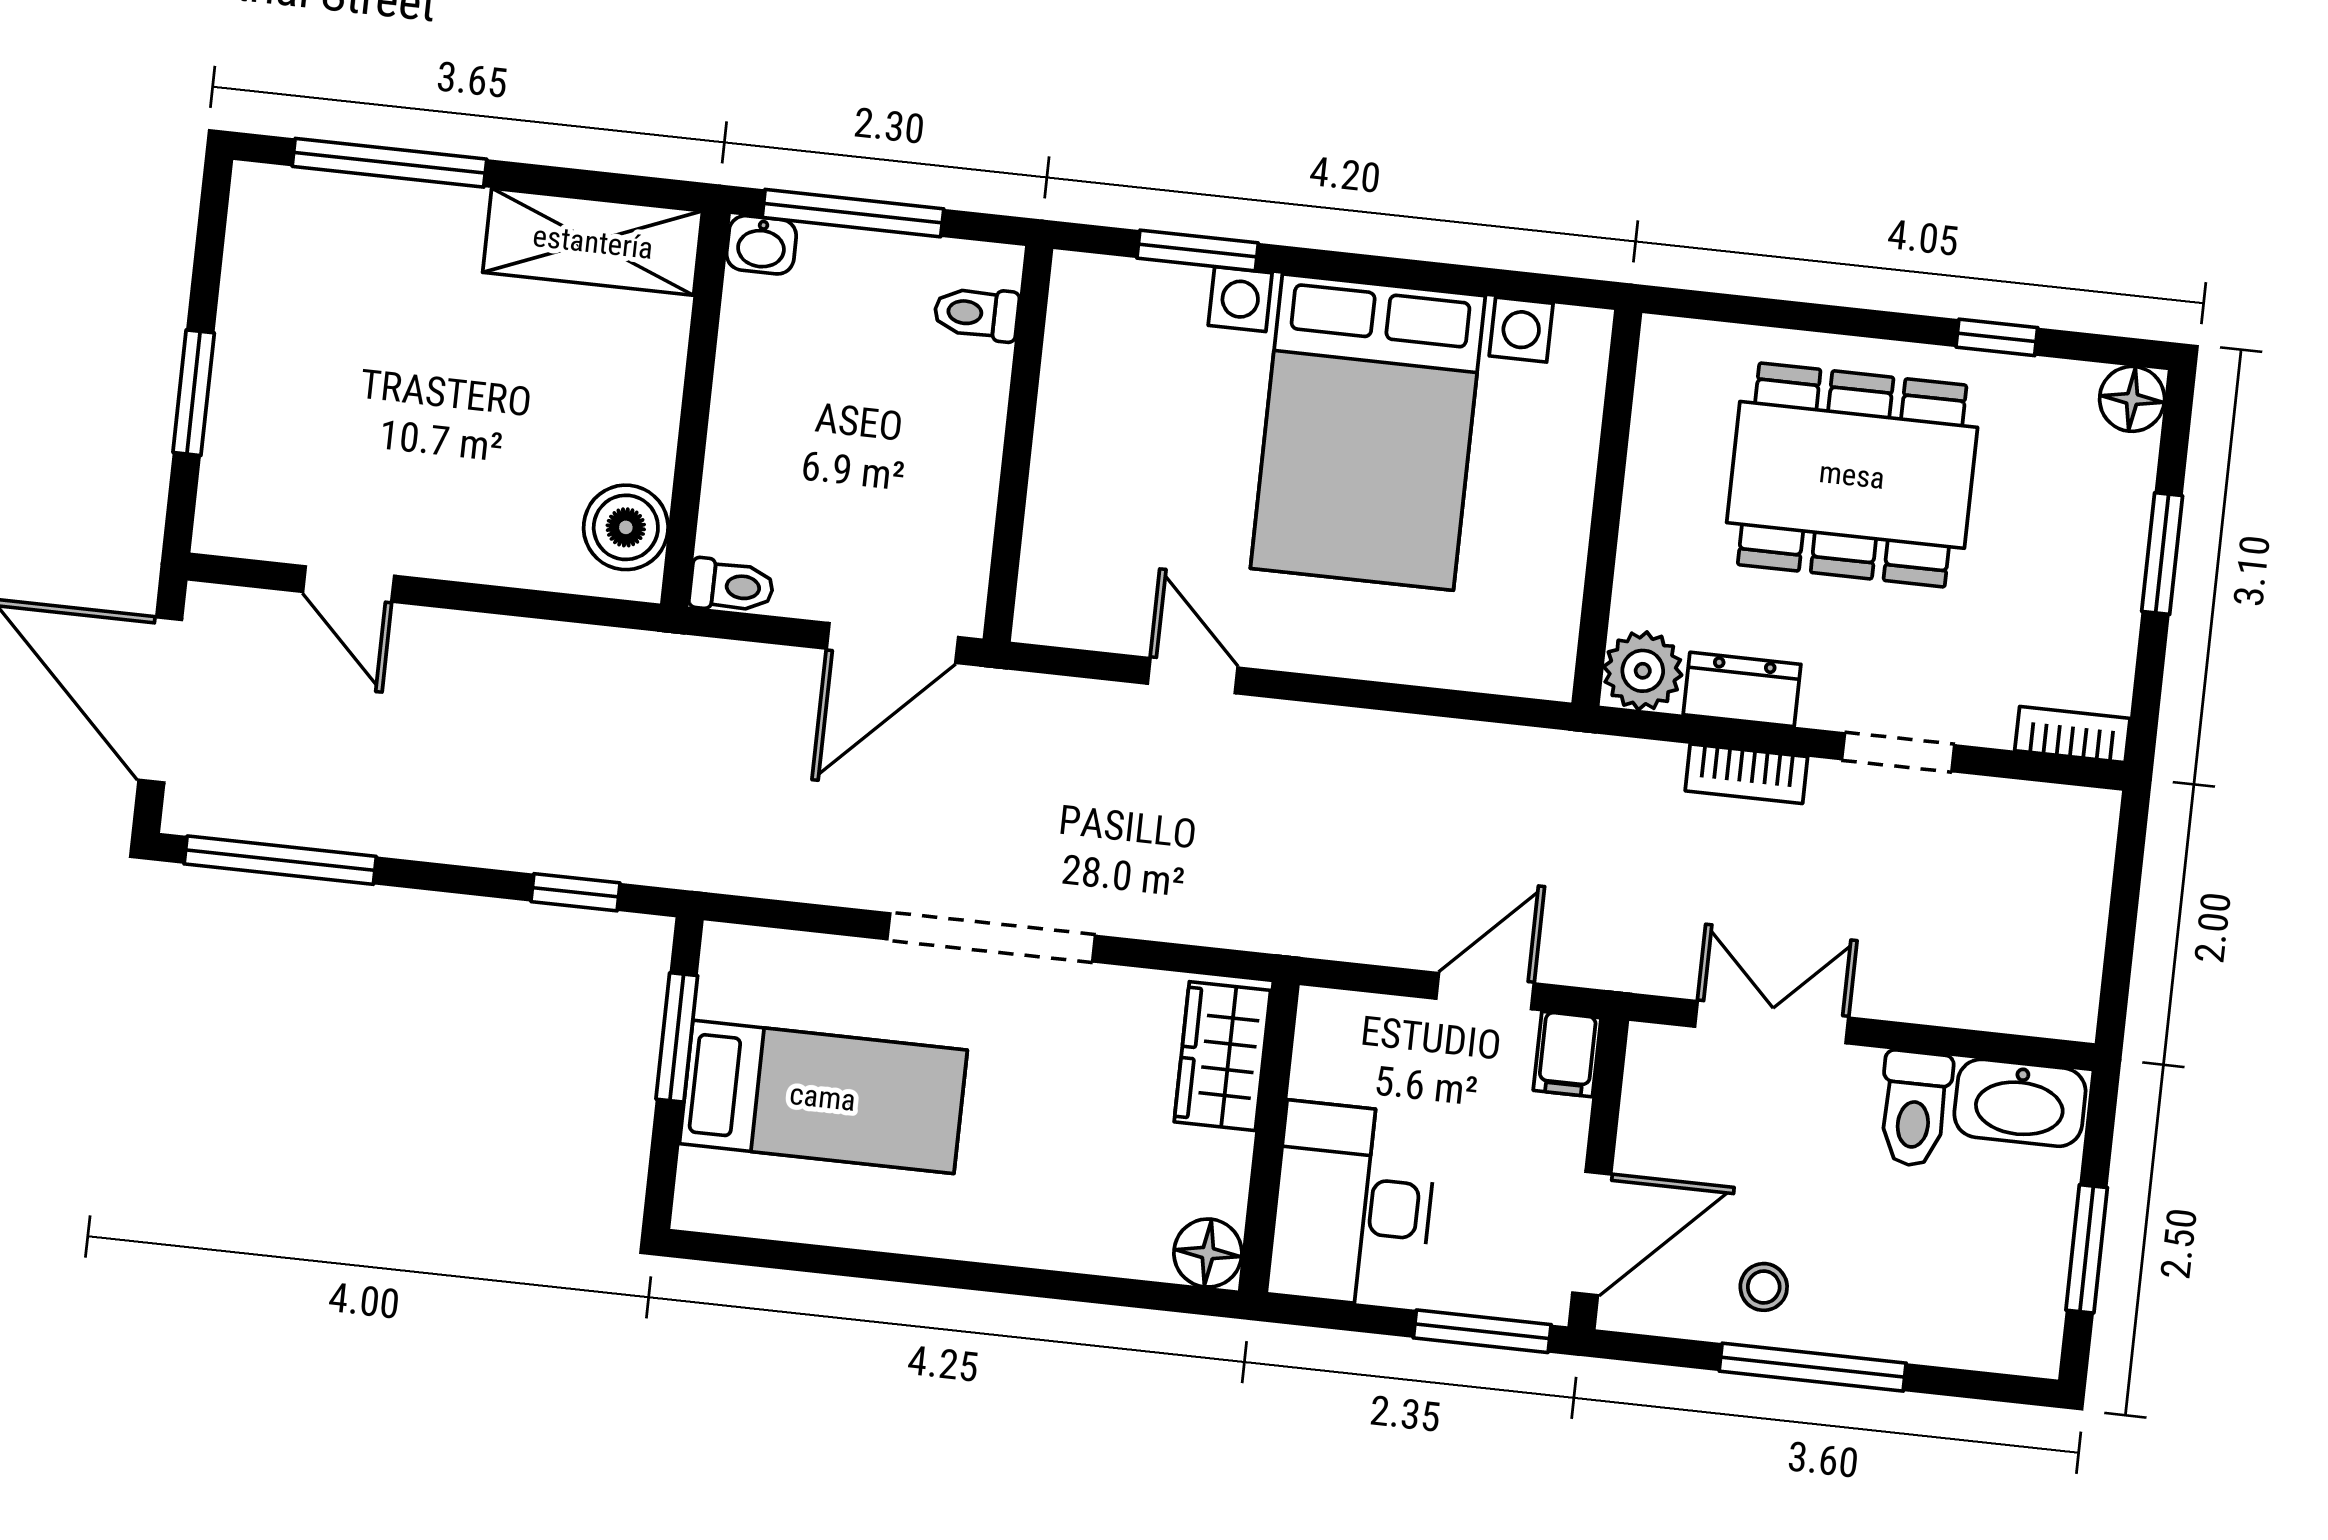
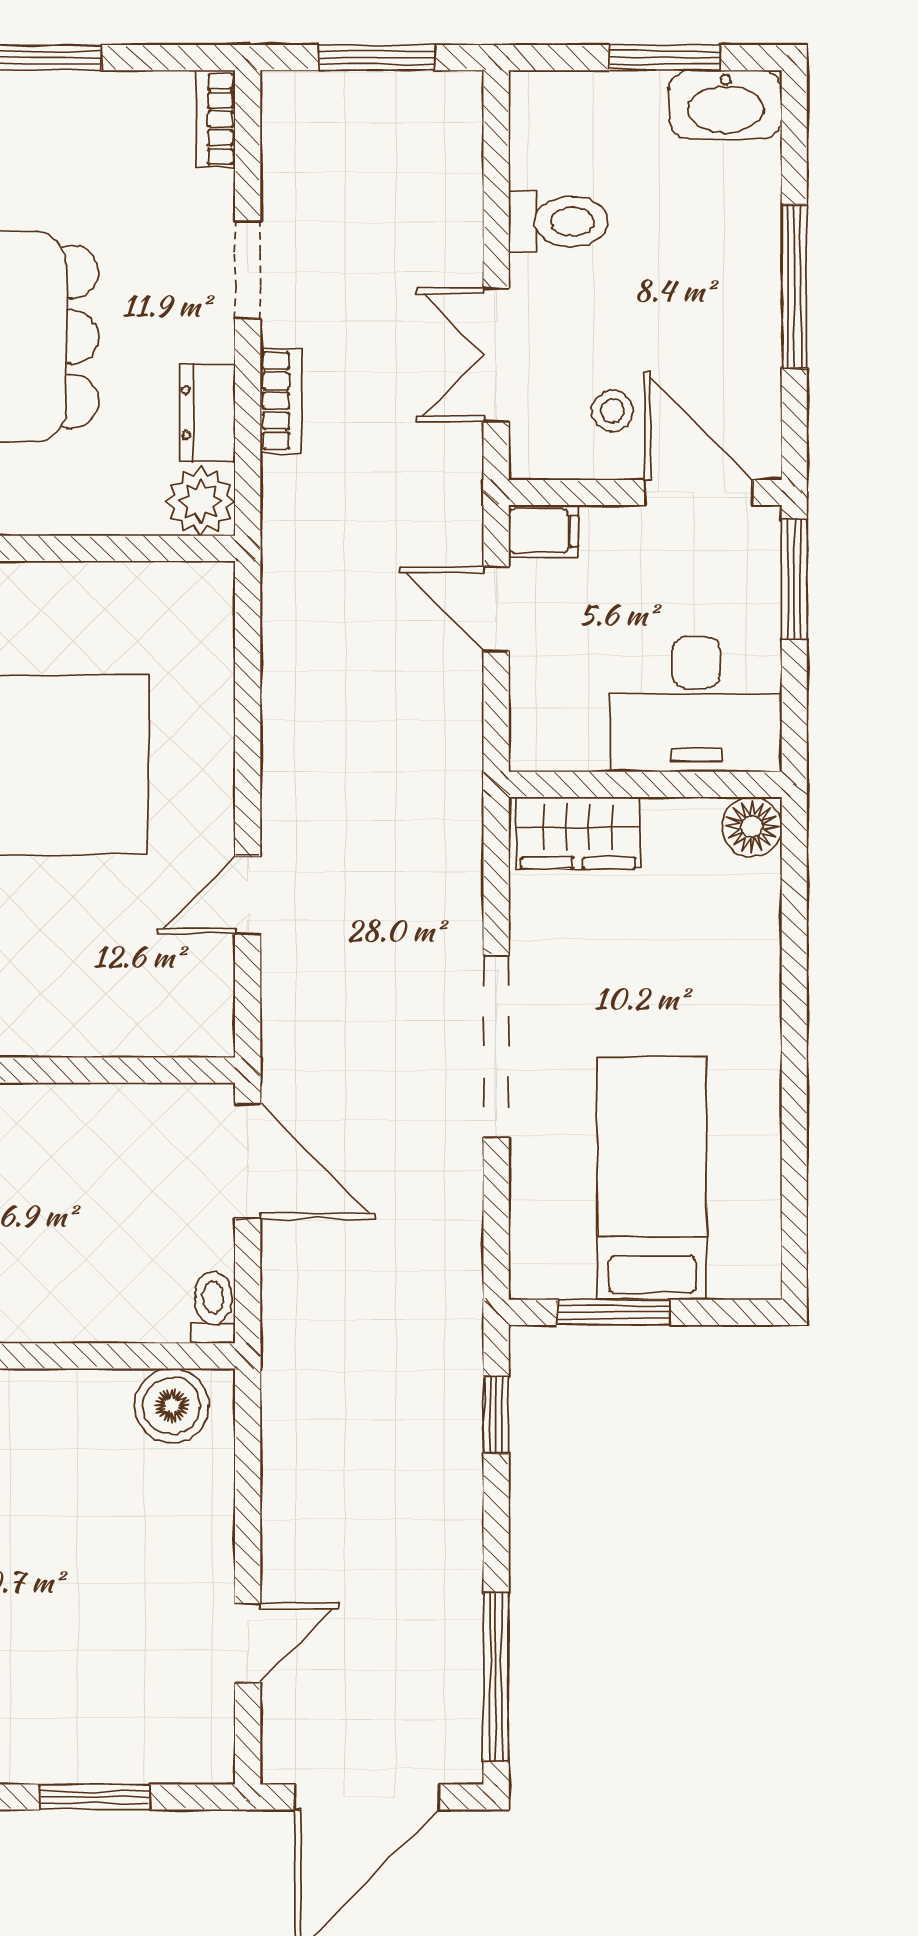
window: (2122, 924) -> (377, 58), added
washbasin: (2020, 1103) -> (725, 105), moved, turned 90
stool: (1764, 1287) -> (612, 411), moved

